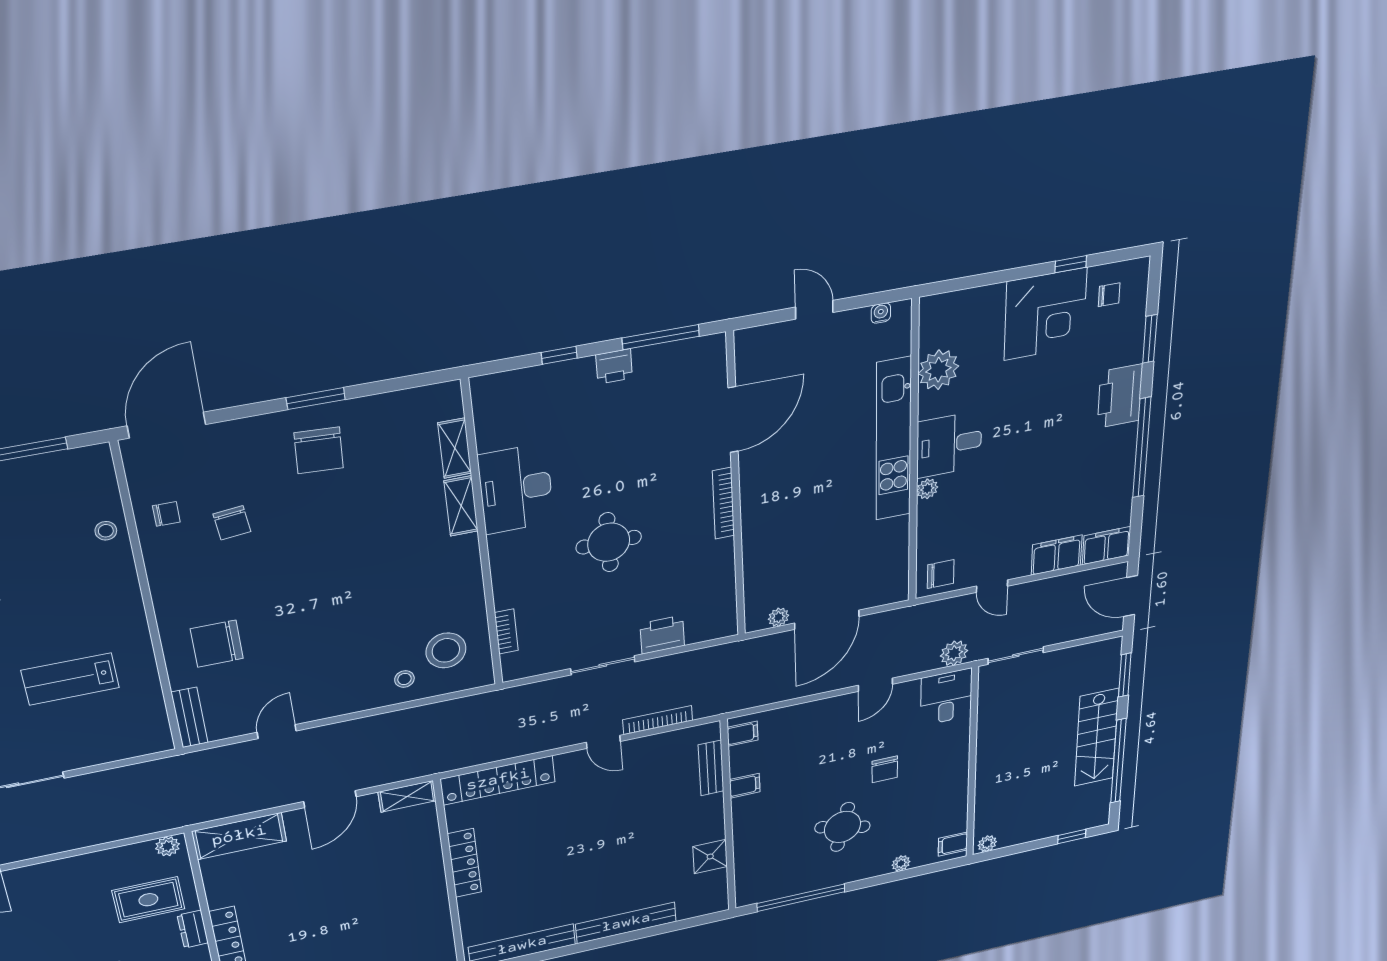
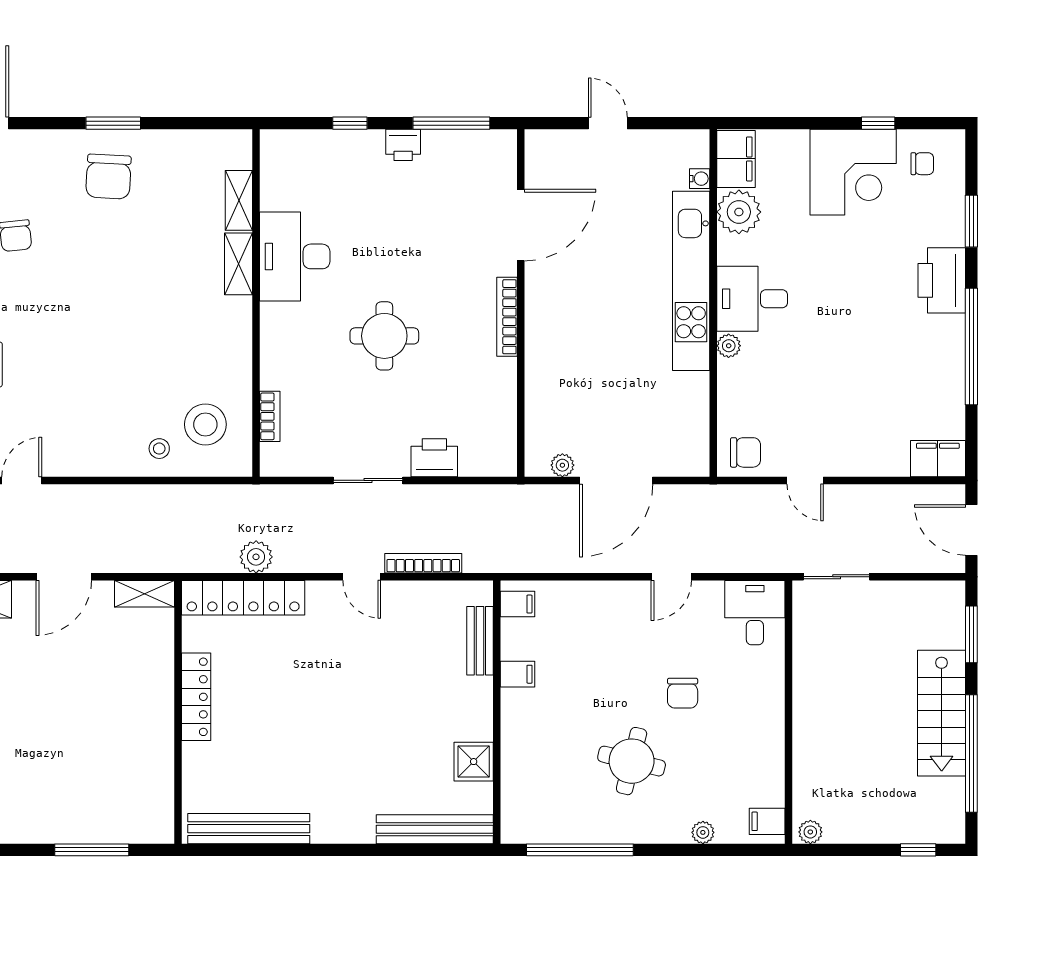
water cooler: (881, 313) -> (700, 179), moved, turned 90
filing cabinet: (1057, 555) -> (736, 159), moved, turned 90
plant: (954, 653) -> (256, 557), moved
bench: (626, 923) -> (435, 829), moved

